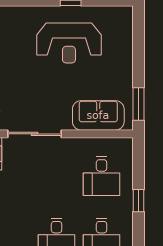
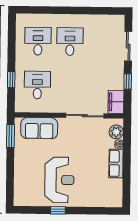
reception desk: (69, 43) -> (59, 180), turned 90
window: (138, 201) -> (11, 79), moved

